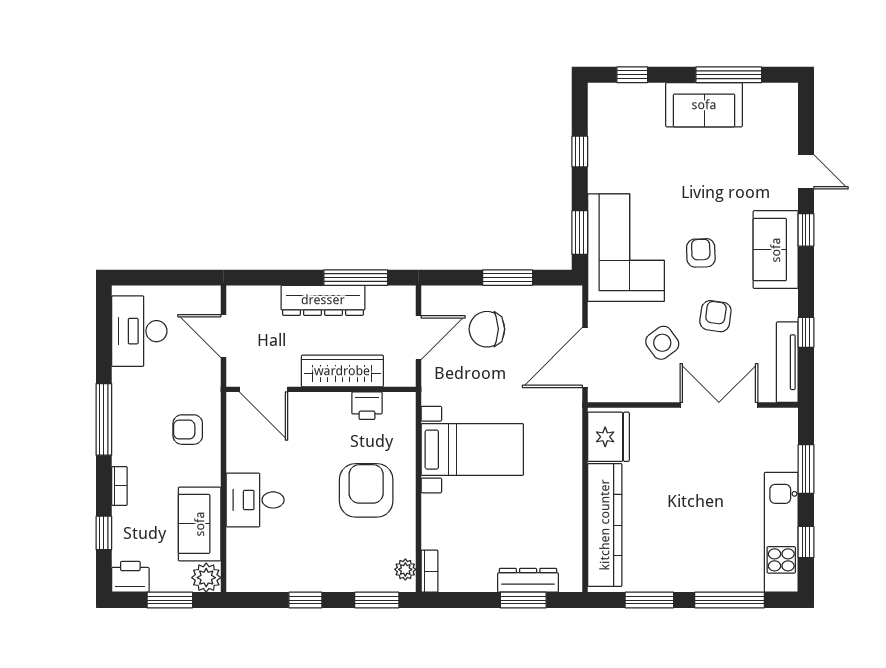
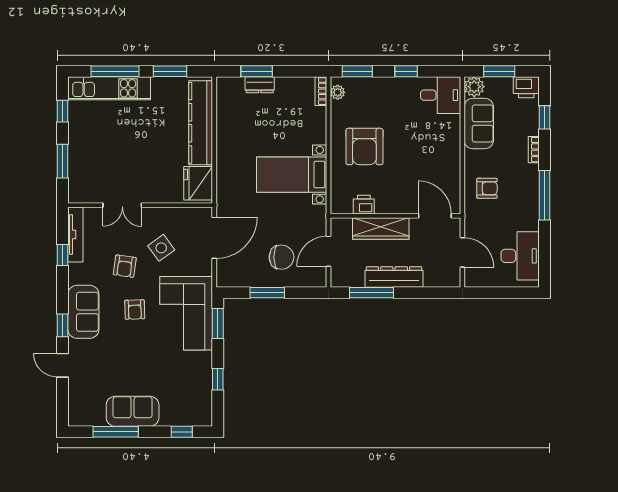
double door: (719, 405) -> (122, 205), width x0.73
desk: (255, 500) -> (441, 95), moved
kitchen unit: (781, 532) -> (109, 88), moved, turned 90
dresser: (528, 580) -> (260, 85), width x0.70

